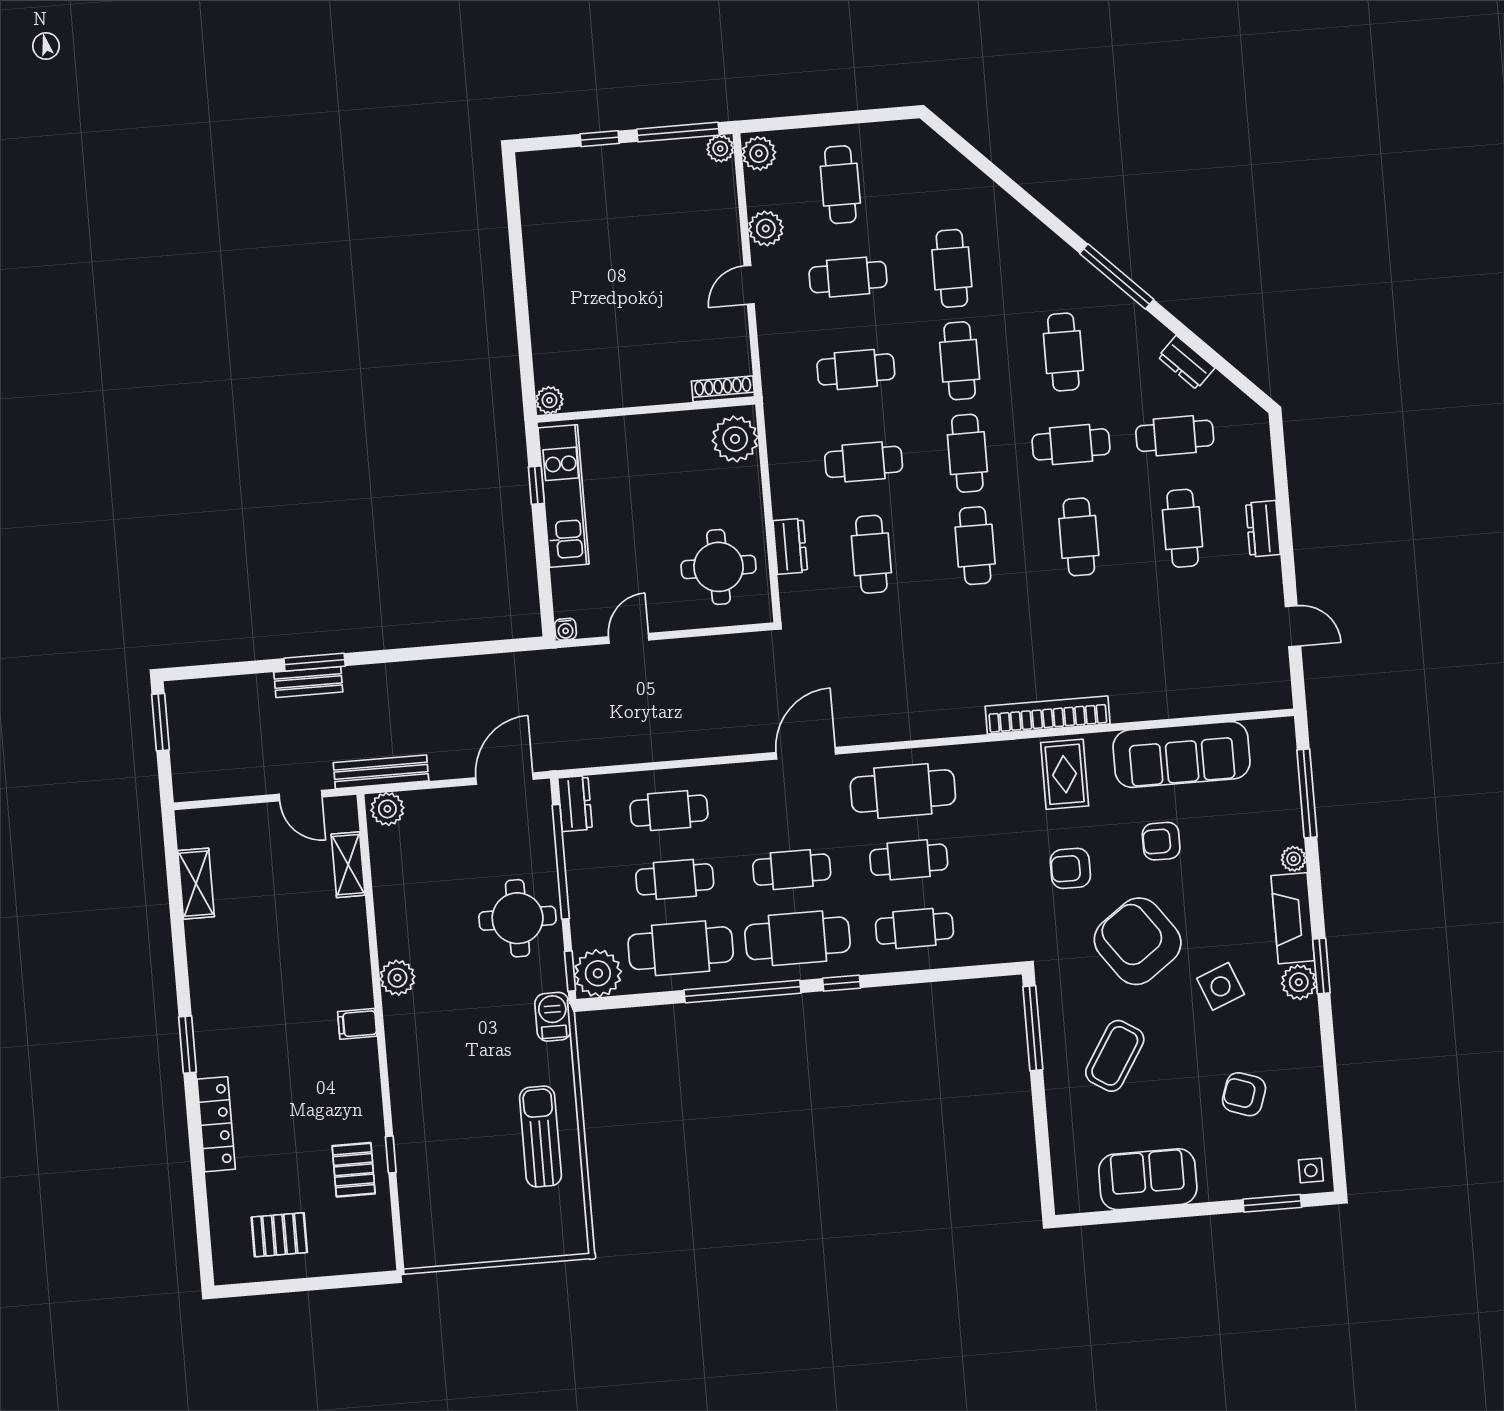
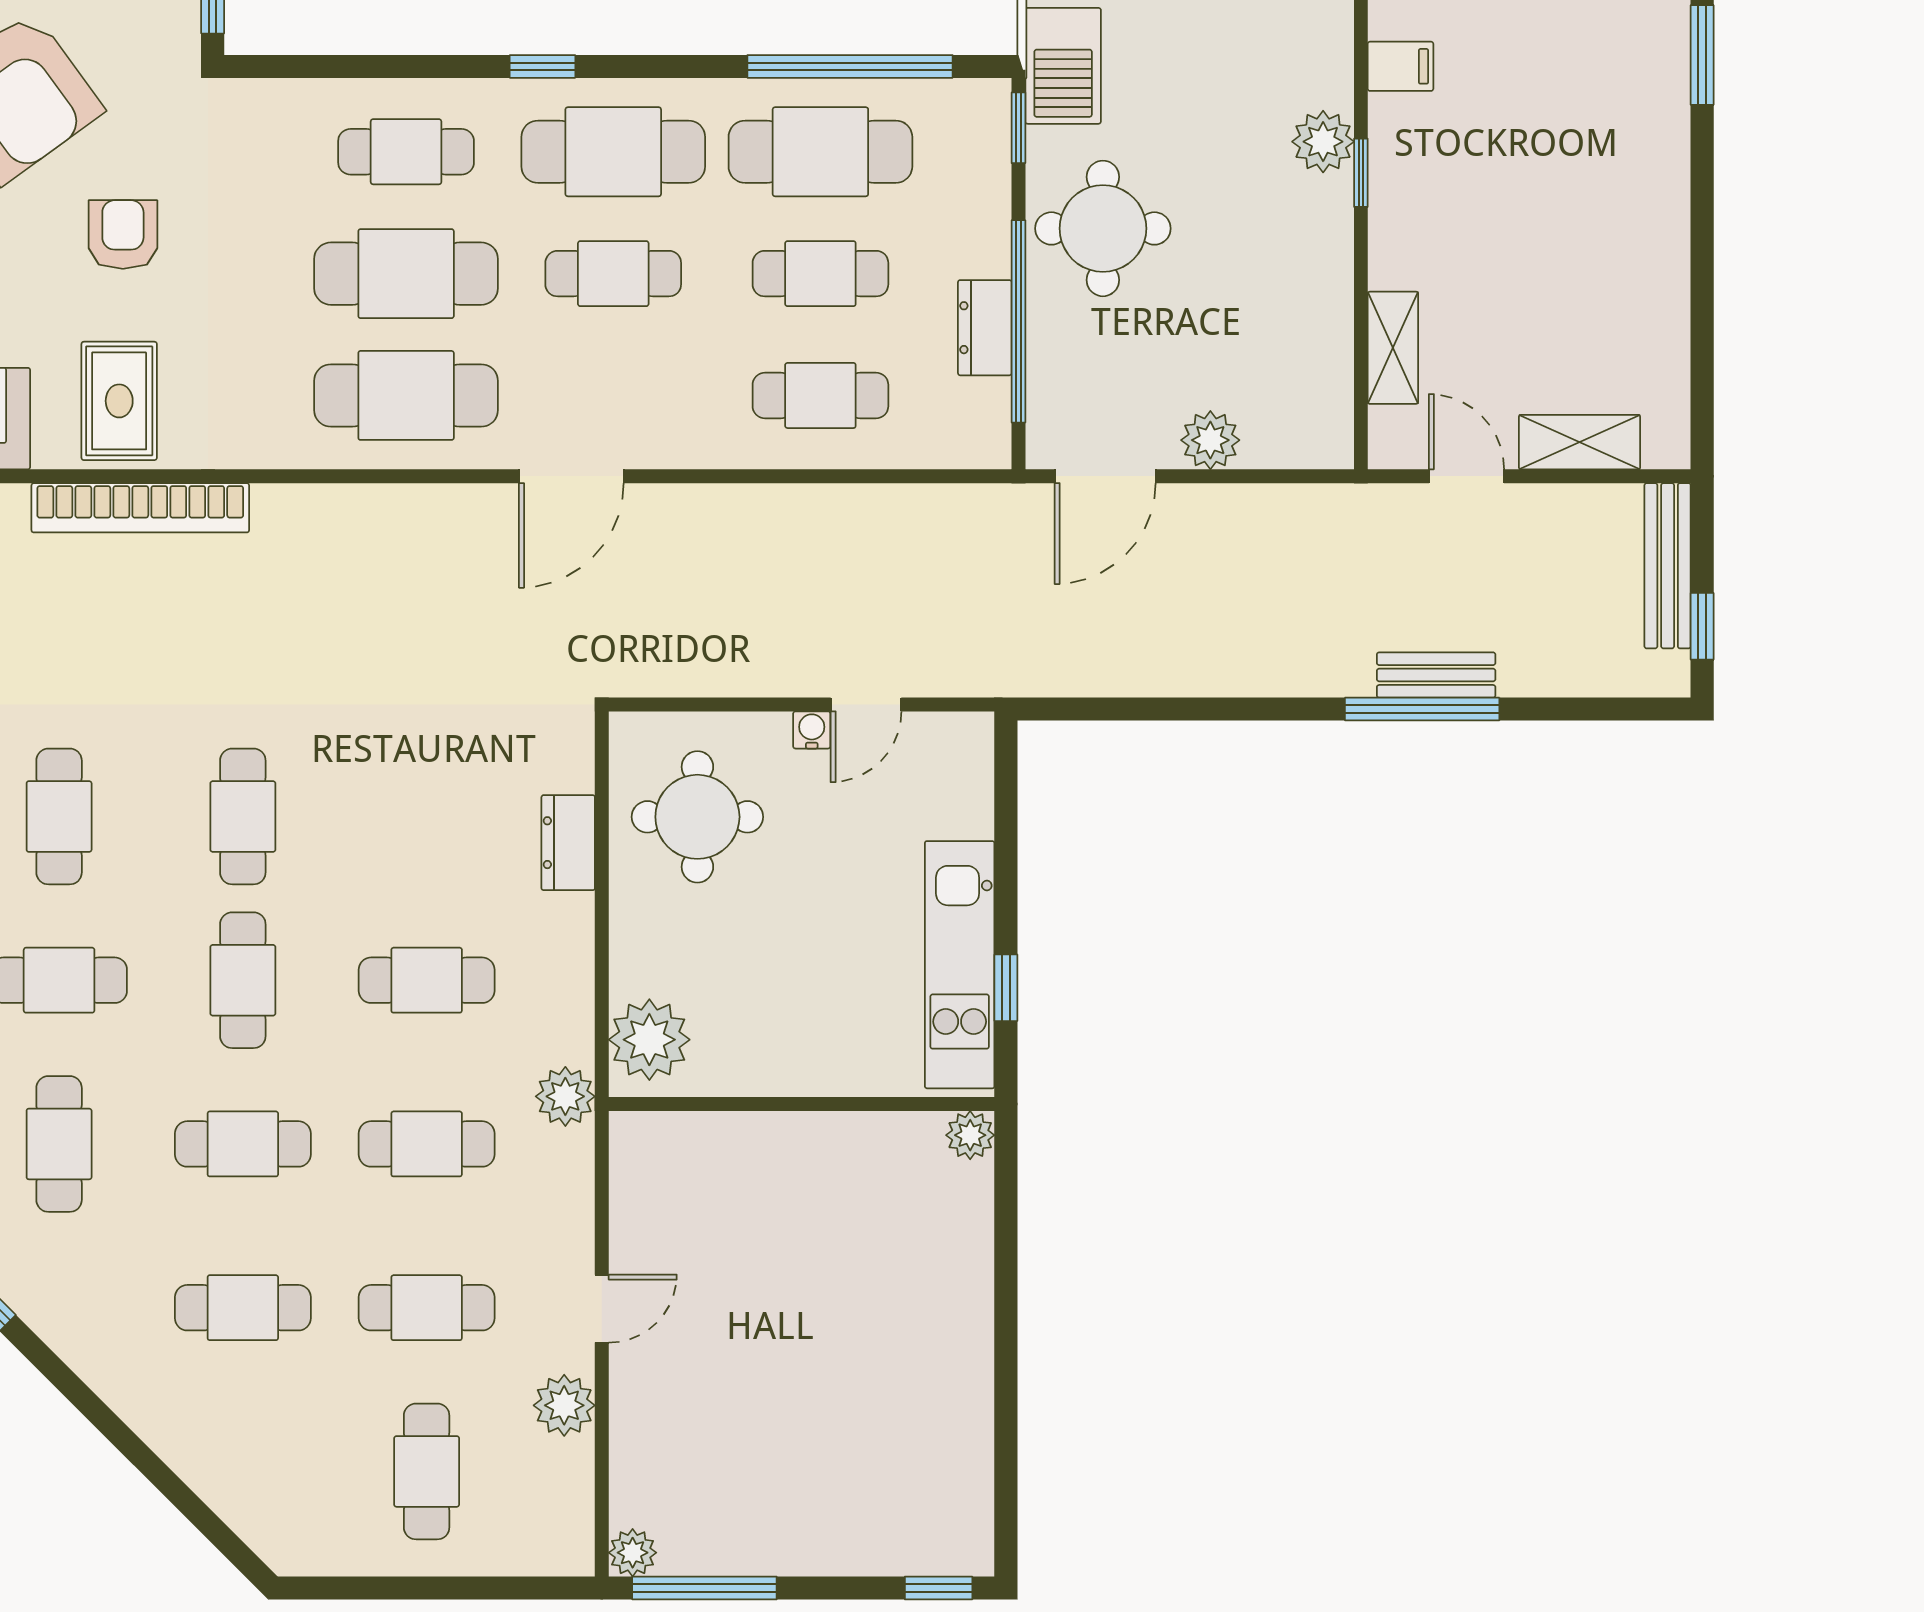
window: (600, 139) -> (939, 1588), moved
plant: (759, 153) -> (565, 1096), moved
cafe table: (952, 268) -> (243, 1308), turned 90
cafe table: (960, 361) -> (243, 1144), turned 90
shoe rack: (723, 389) -> (663, 1129), removed
cafe table: (871, 554) -> (427, 816), removed
water cooler: (565, 629) -> (812, 730), moved
window: (315, 662) -> (1422, 709), width x1.44
window: (160, 722) -> (1702, 626), width x0.67
bench: (381, 772) -> (1668, 566), moved, turned 90
dresser: (575, 804) -> (985, 328), moved
plant: (387, 809) -> (1210, 440), moved
cafe table: (909, 860) -> (406, 274), width x1.37, depth x1.35
armchair: (1070, 868) -> (123, 235), turned -90
shelving: (196, 884) -> (1580, 442), moved, turned 90
window: (375, 962) -> (1361, 173), added
plant: (598, 973) -> (970, 120), removed
window: (742, 991) -> (850, 66), moved
barbecue: (553, 1017) -> (1063, 66), width x1.38, depth x1.27

